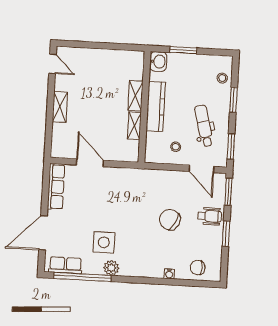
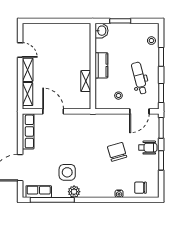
door: (53, 64) -> (20, 50), moved
shelving: (135, 96) -> (28, 94), moved
kitchen counter: (156, 106) -> (101, 65), width x0.67
door: (202, 169) -> (139, 111), hinge flipped
chair: (170, 220) -> (117, 152), turned 46

